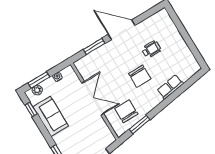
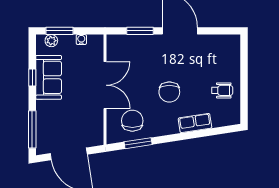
wheelchair: (151, 49) -> (222, 90), moved
window: (31, 109) -> (32, 77), moved

